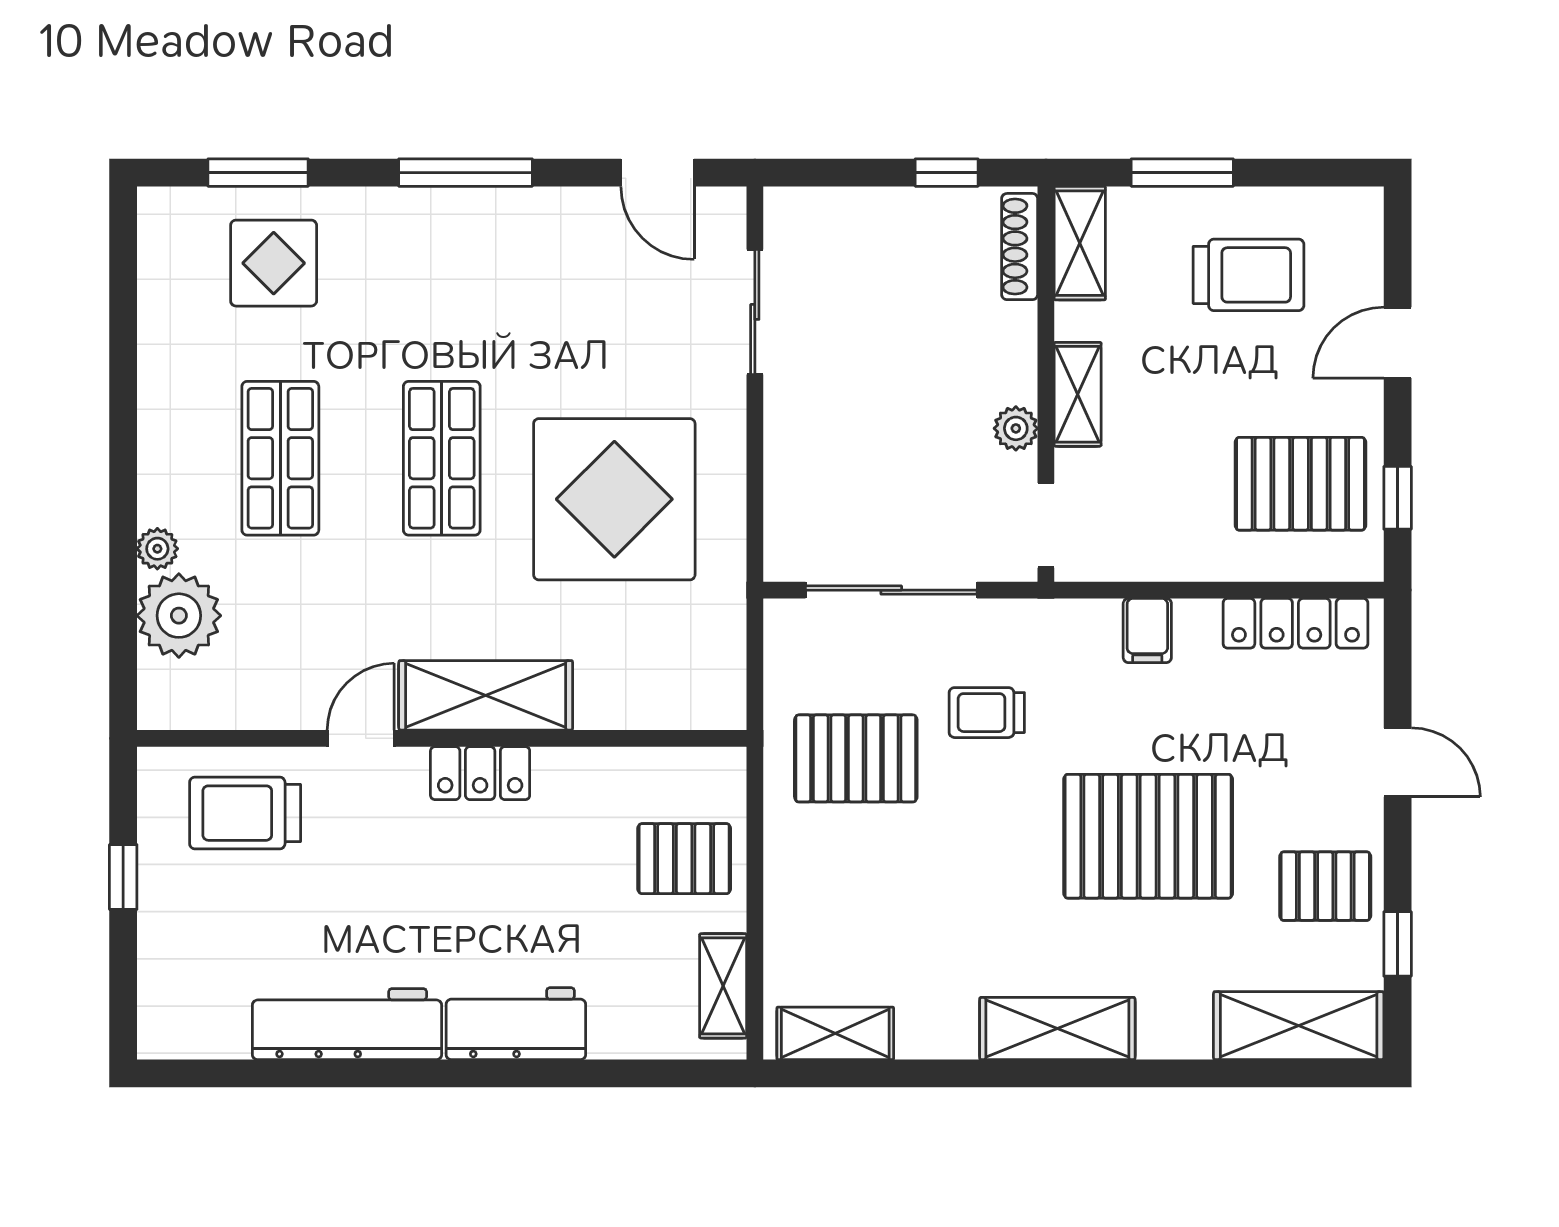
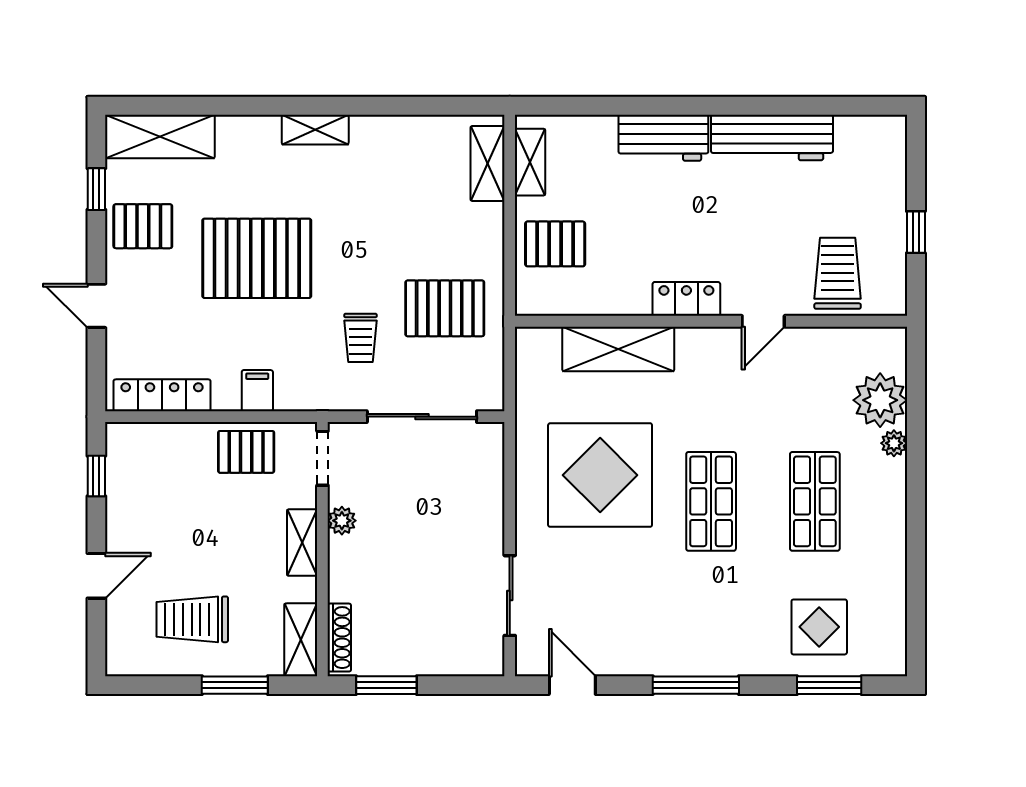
window: (947, 173) -> (386, 685), width x1.50
pallet: (1300, 484) -> (246, 452), moved, width x0.67, depth x0.71
shelving: (486, 695) -> (618, 349), moved
trolley: (987, 713) -> (361, 338), turned 90
trolley: (245, 813) -> (838, 273), turned -90
shelving: (1057, 1029) -> (315, 130), width x0.67, depth x0.75
shelving: (835, 1033) -> (487, 163), moved, turned 90

